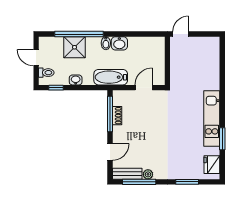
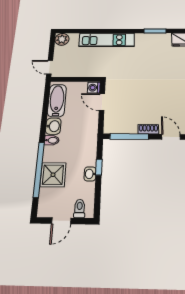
plant: (213, 44) -> (62, 39), added
bathtub: (111, 77) -> (57, 100), moved, turned 180
washing machine: (159, 79) -> (94, 88), added
window: (56, 88) -> (99, 167), moved
shoe rack: (117, 116) -> (148, 129), moved
kitchen unit: (212, 119) -> (107, 40), moved

